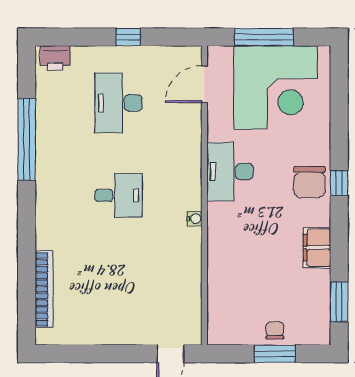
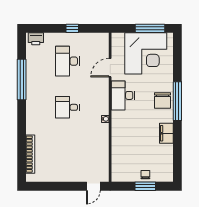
window: (264, 37) -> (150, 28), moved
door: (204, 84) -> (110, 68), moved
window: (339, 183) -> (177, 101), width x3.17
desk: (118, 195) -> (67, 107), turned 180
window: (339, 302) -> (177, 160), removed

